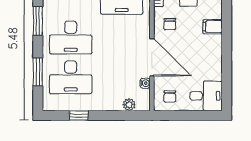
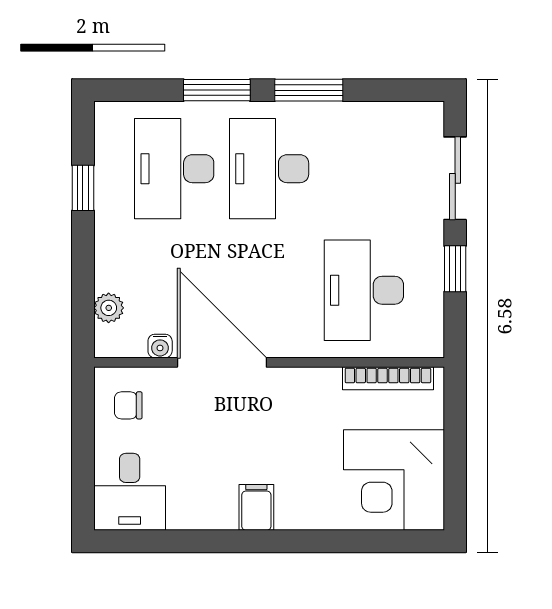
chair: (170, 24) -> (301, 405), removed
filing cabinet: (213, 27) -> (256, 507), moved
door: (152, 57) -> (222, 362), swing flipped
window: (38, 72) -> (217, 90), moved

